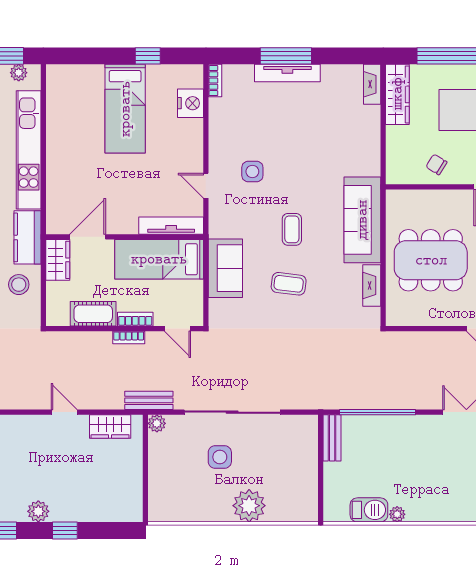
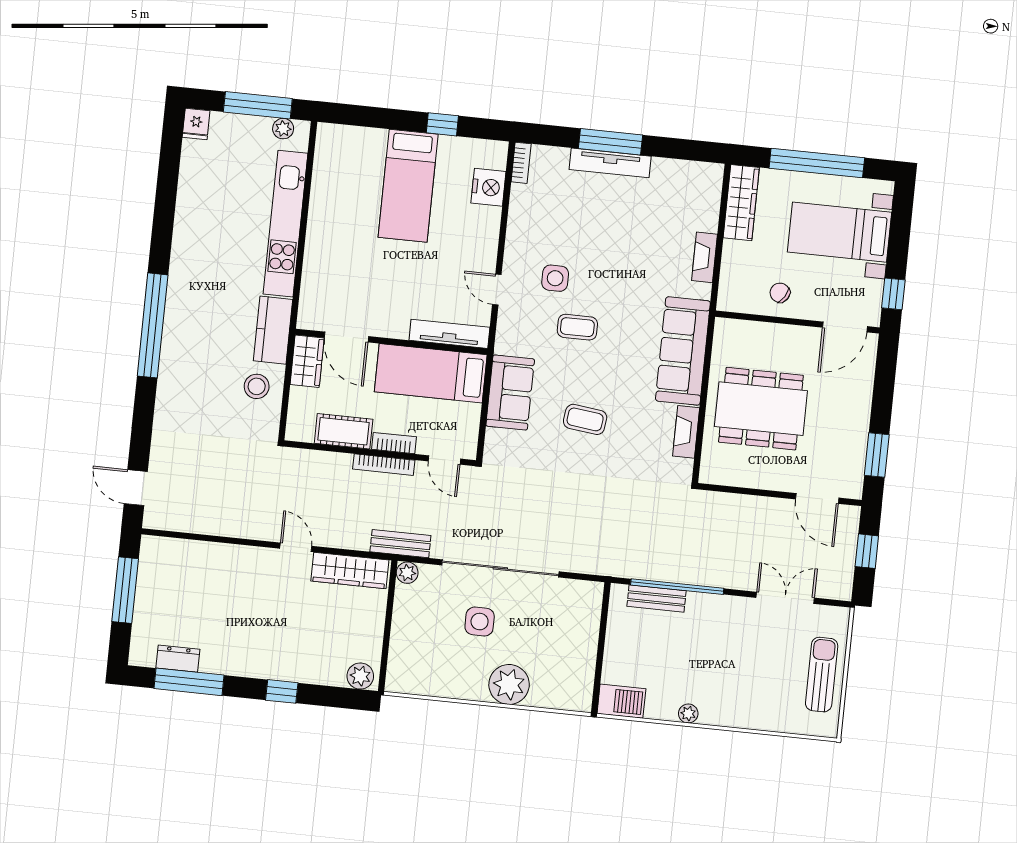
fireplace: (372, 84) -> (705, 257), moved
coffee table: (292, 229) -> (577, 327), moved, turned 90
door: (88, 237) -> (346, 337), swing flipped
bookcase: (129, 337) -> (384, 465), width x1.56
wardrobe: (110, 426) -> (350, 571), width x1.50
bench: (332, 438) -> (657, 599), moved, turned 90
barbecue: (369, 510) -> (621, 701), moved
plant: (38, 511) -> (360, 676), moved

